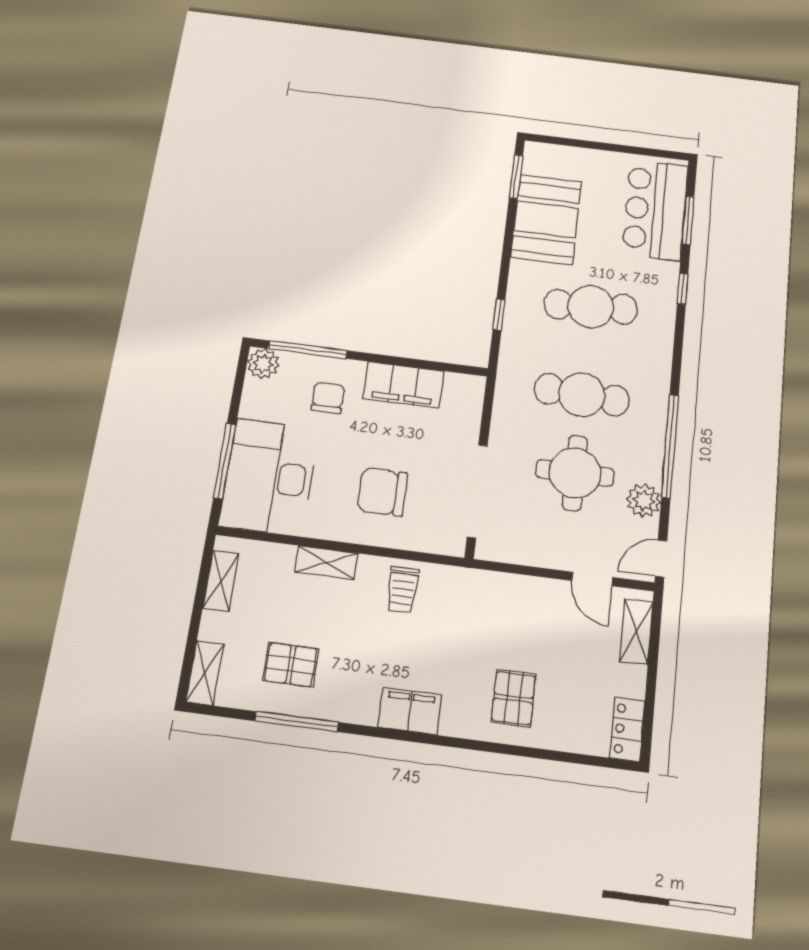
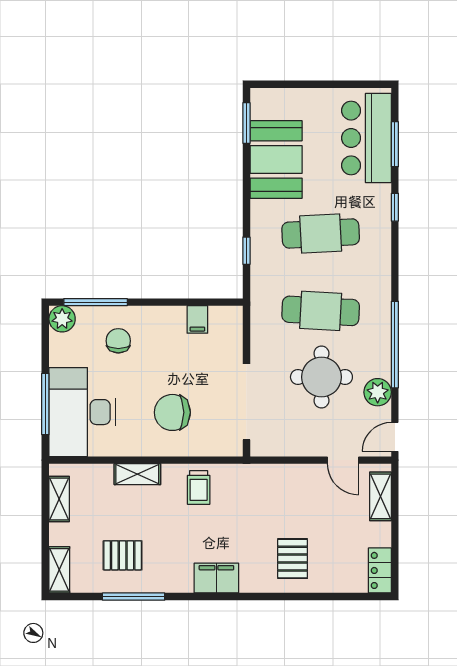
filing cabinet: (403, 385) -> (197, 319), width x0.33, depth x0.86

